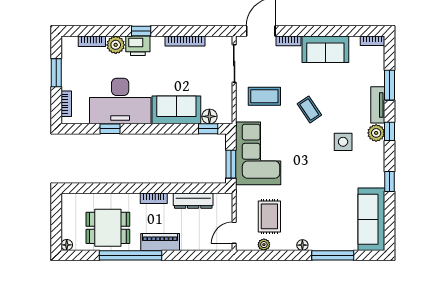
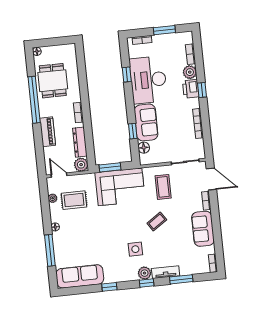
window: (208, 129) -> (133, 131), moved
plant: (223, 202) -> (81, 165), added
piano: (160, 242) -> (48, 132), moved

